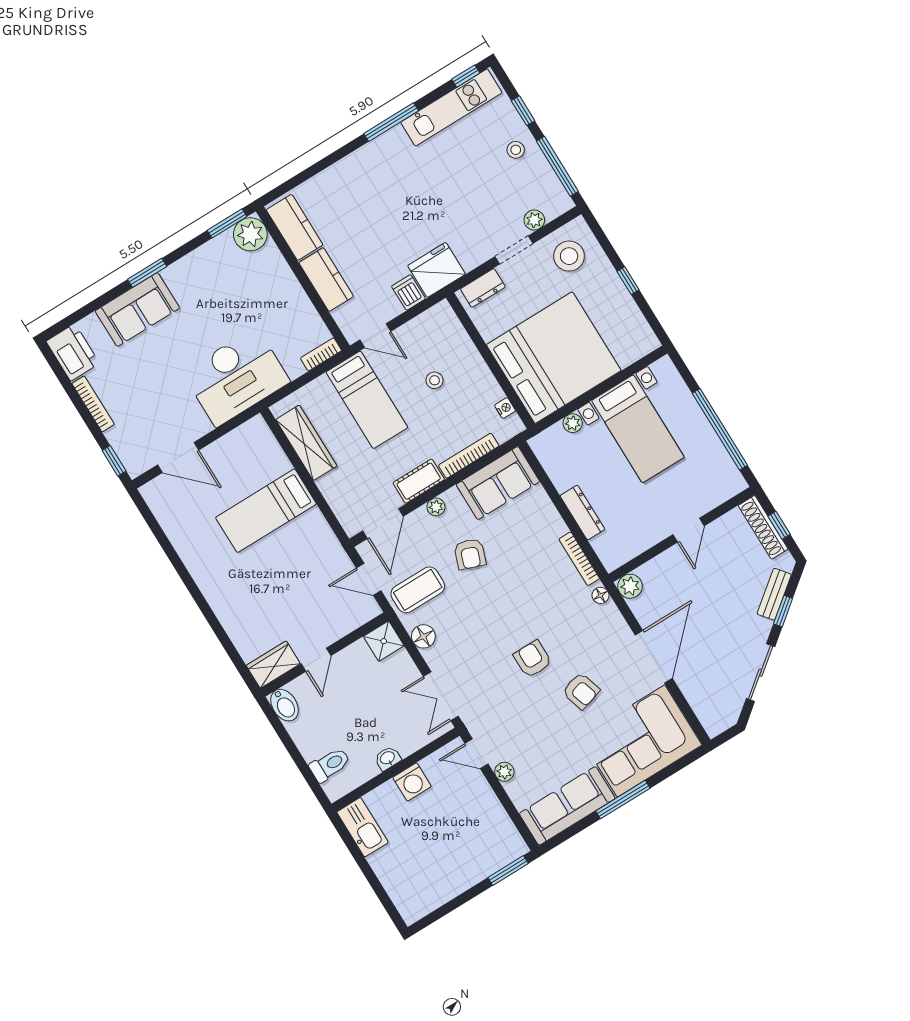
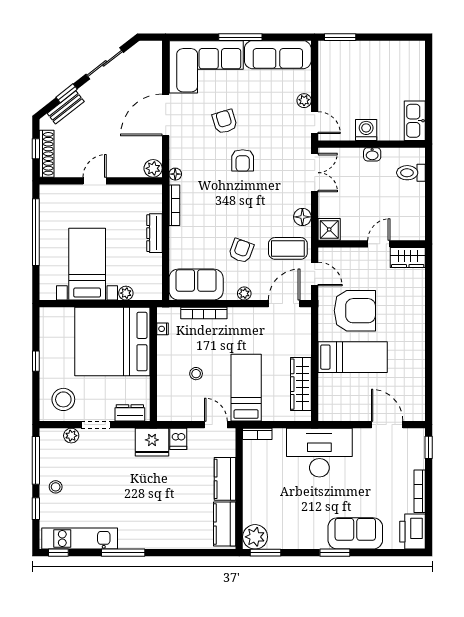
cot: (419, 481) -> (245, 316), removed
armchair: (296, 566) -> (355, 311), added
bidet: (285, 705) -> (416, 228), removed

